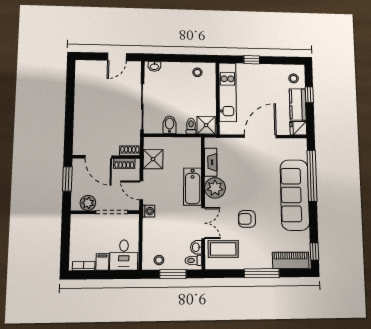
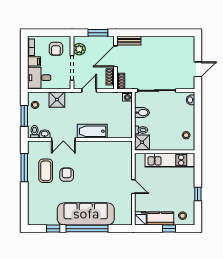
door: (117, 57) -> (198, 69), swing flipped
window: (252, 60) -> (198, 194), moved
door: (260, 136) -> (133, 187), width x0.53
bench: (79, 140) -> (129, 41), added
shower: (153, 159) -> (57, 100), moved
fireplace: (211, 162) -> (112, 146), removed
window: (312, 176) -> (87, 229), moved
plant: (215, 188) -> (91, 149), removed
washing machine: (149, 211) -> (127, 96), moved
armchair: (87, 233) -> (56, 49), added
coffee table: (223, 249) -> (46, 171), moved
window: (314, 251) -> (53, 229), moved
piano: (291, 260) -> (34, 209), removed
window: (262, 273) -> (24, 168), moved

